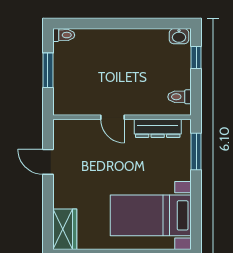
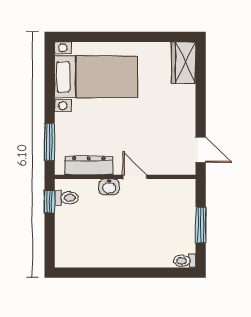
washbasin: (179, 36) -> (109, 187), moved, turned 180
window: (196, 58) -> (50, 202), moved
door: (48, 162) -> (201, 150), moved

